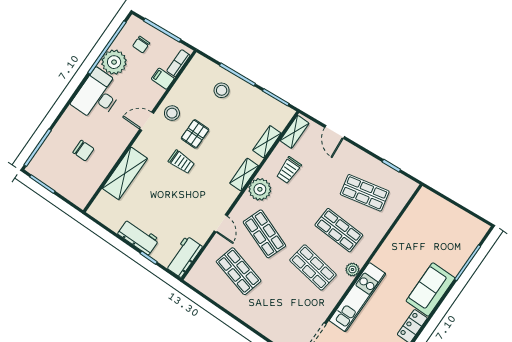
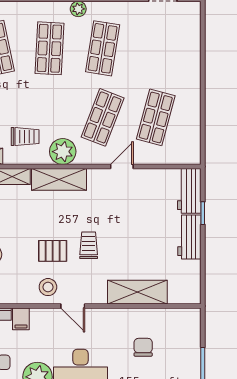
shelving: (244, 175) -> (59, 179), width x1.50, depth x1.33
workbench: (184, 257) -> (189, 191), moved, turned 90

